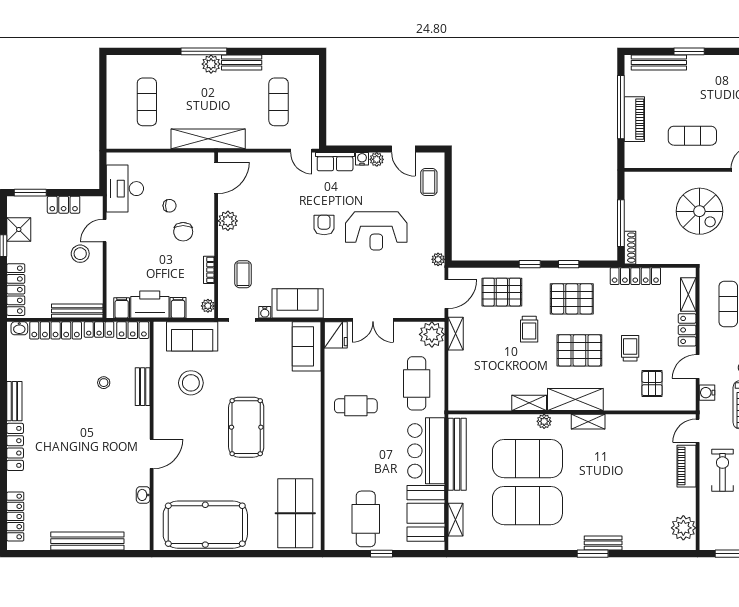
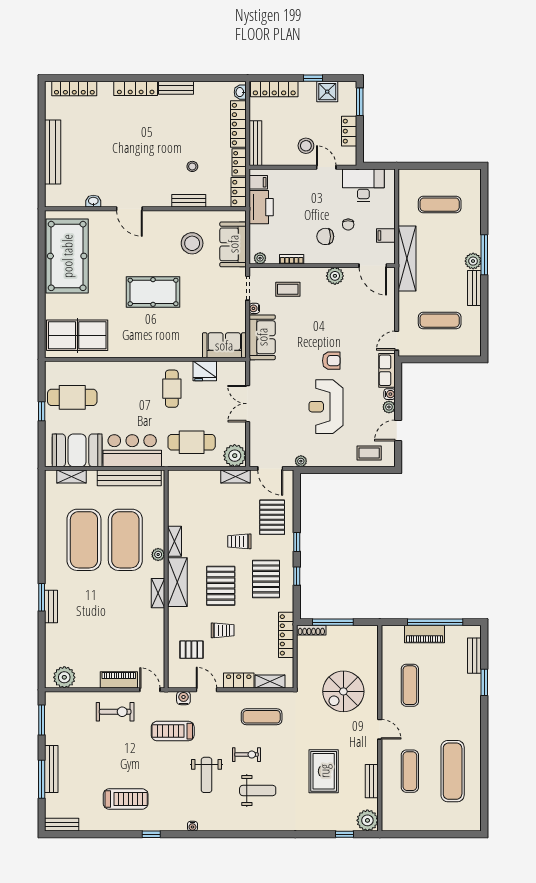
bench: (659, 63) -> (474, 656), width x0.73
filing cabinet: (178, 308) -> (386, 235), moved, turned 180
fridge: (336, 335) -> (205, 371), moved

